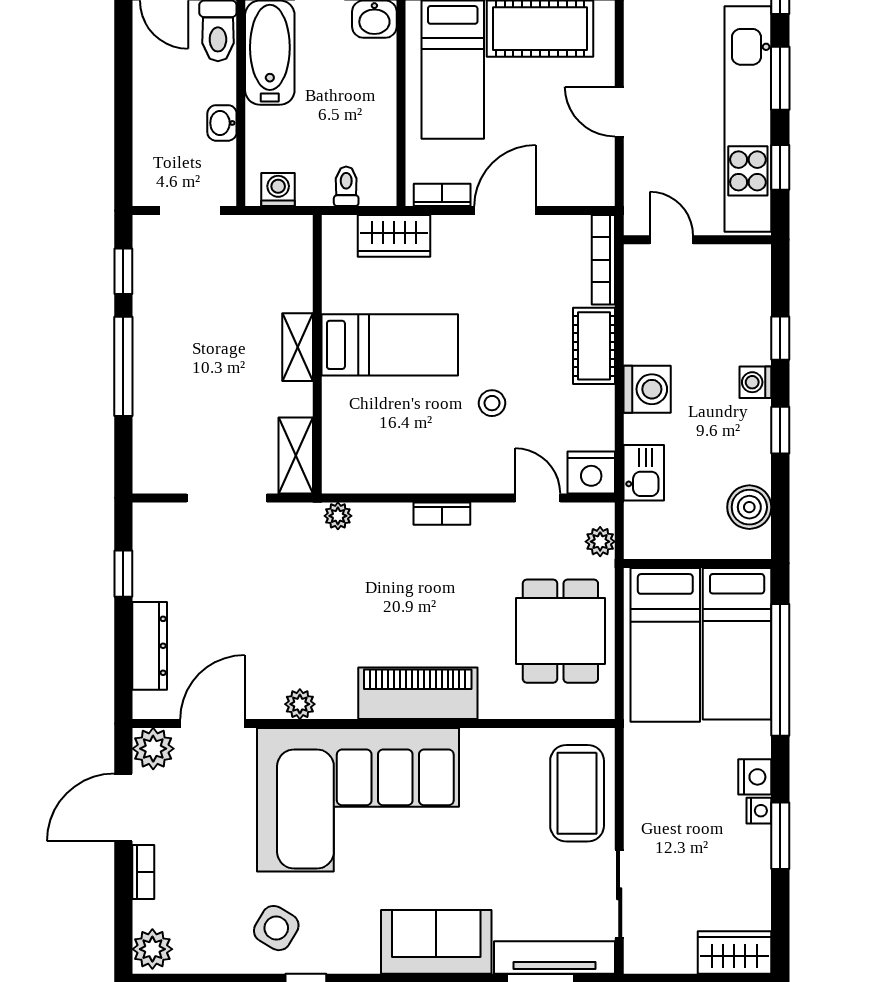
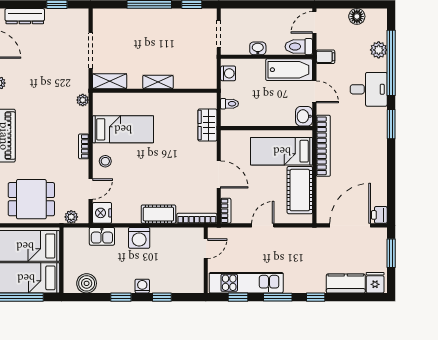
kitchen unit: (748, 119) -> (246, 283), width x0.73
bookcase: (442, 195) -> (226, 211), moved
bed: (390, 345) -> (123, 129), moved, turned -90
stool: (492, 403) -> (105, 161), moved

